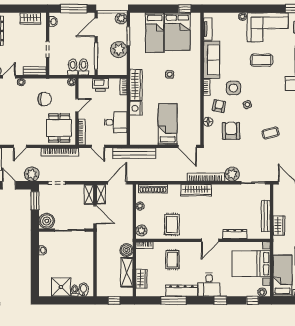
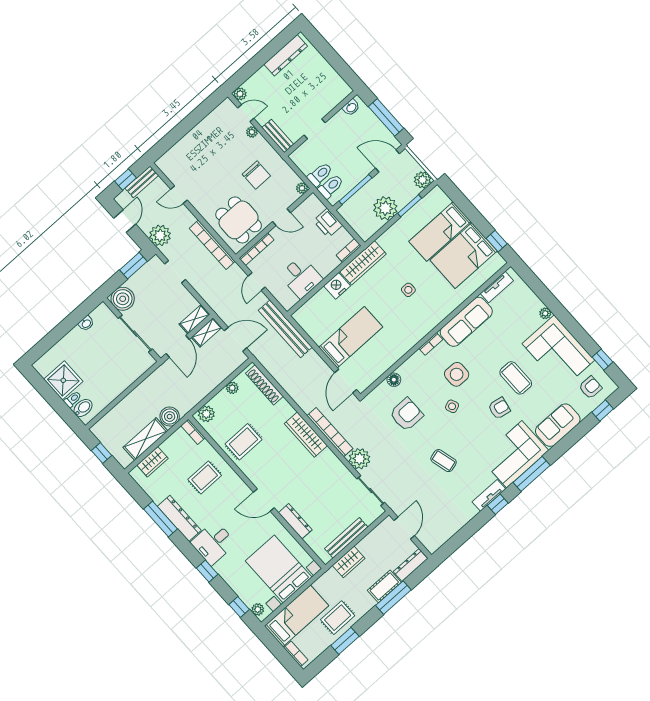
wardrobe: (30, 19) -> (332, 79), removed
armchair: (219, 106) -> (499, 408), moved
dining table: (59, 128) -> (239, 220), turned 90

